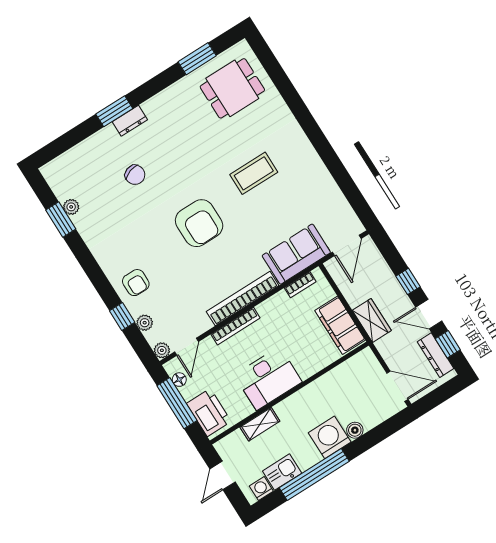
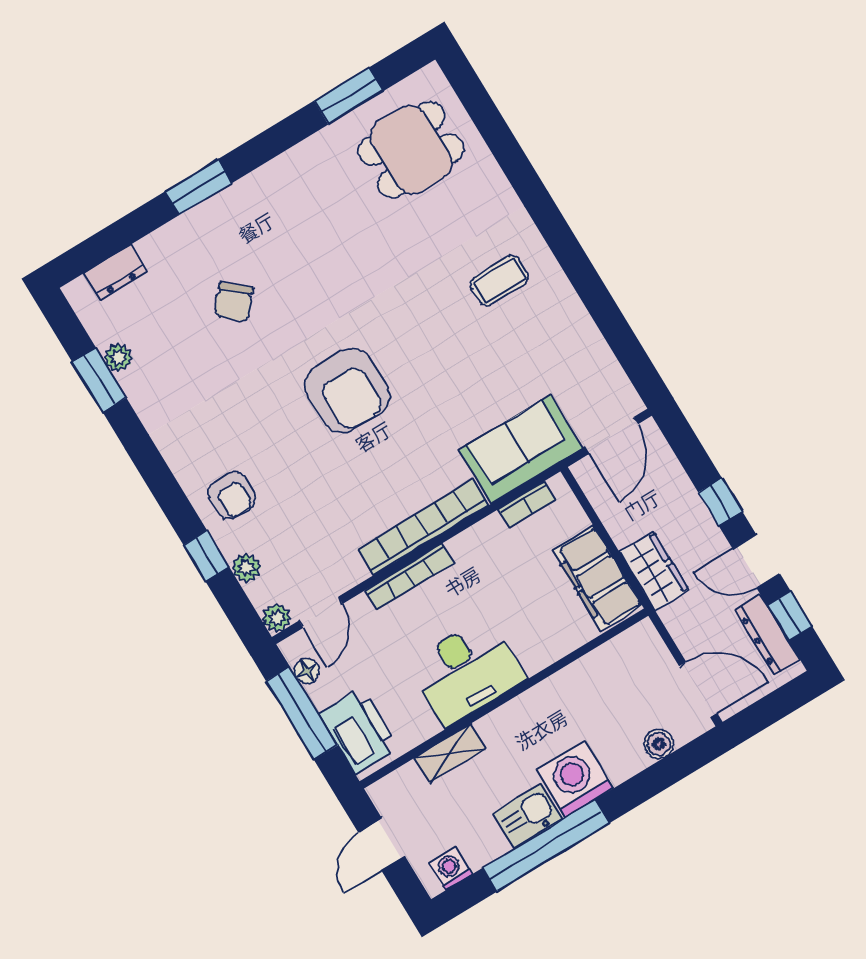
dresser: (130, 121) -> (115, 272), moved
coffee table: (254, 173) -> (499, 281), moved, width x0.73, depth x0.77
chair: (135, 175) -> (234, 302), turned 60
boiler: (355, 430) -> (659, 744), moved
kitchen sink: (282, 472) -> (528, 816), moved

